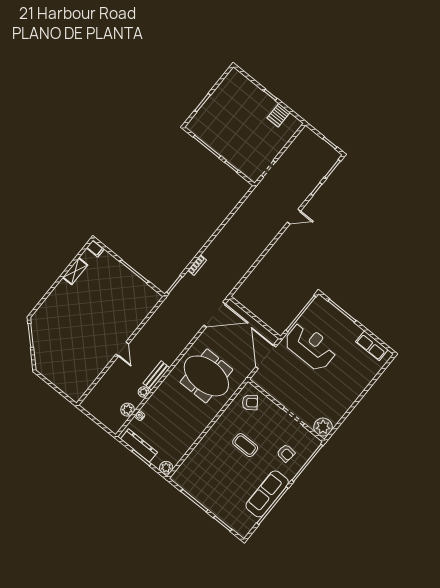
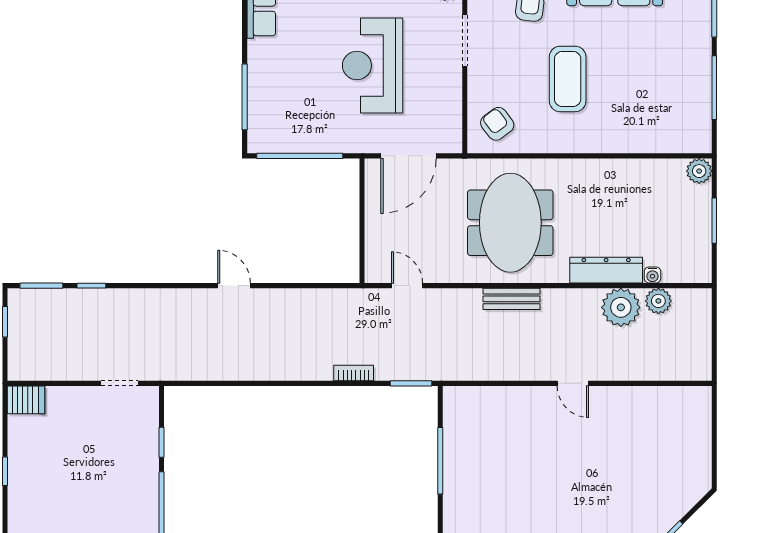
server rack: (279, 115) -> (26, 400), moved
door: (294, 217) -> (234, 286), moved
door: (215, 315) -> (407, 286), width x0.53
reception desk: (310, 346) -> (373, 66), moved
door: (122, 349) -> (573, 383), swing flipped
bench: (156, 376) -> (512, 299), moved
plant: (144, 392) -> (621, 307), width x1.88, depth x1.88
coffee table: (245, 445) -> (568, 79), width x1.36, depth x1.32
dresser: (139, 446) -> (606, 270), moved, turned 90

